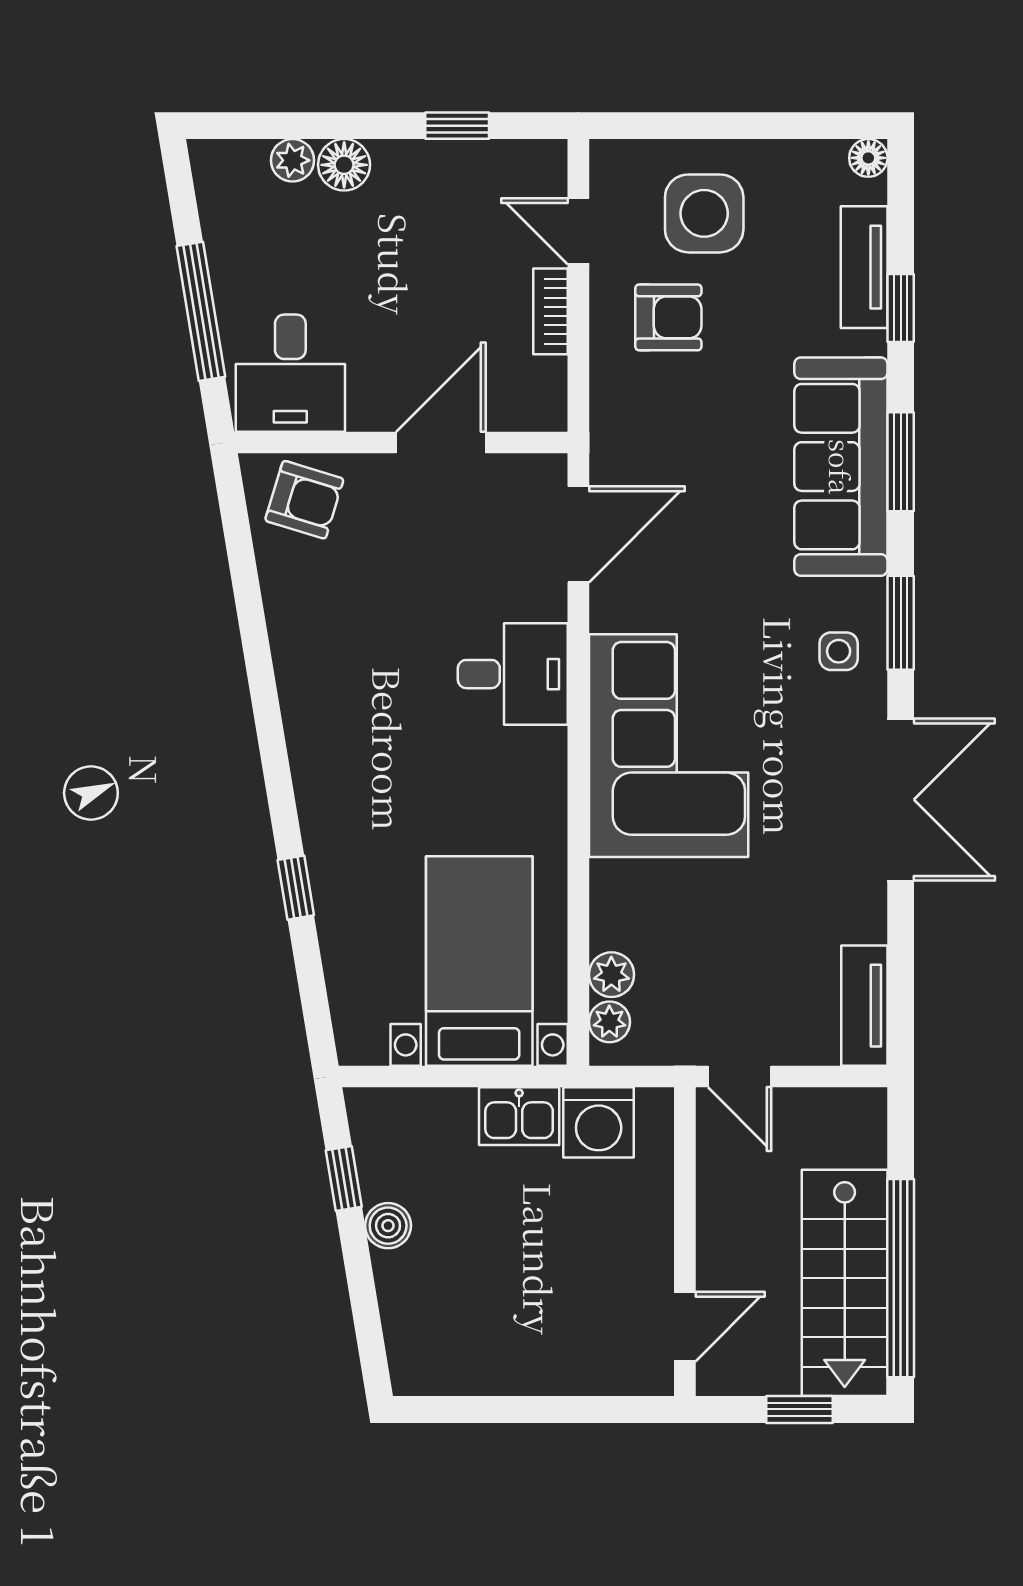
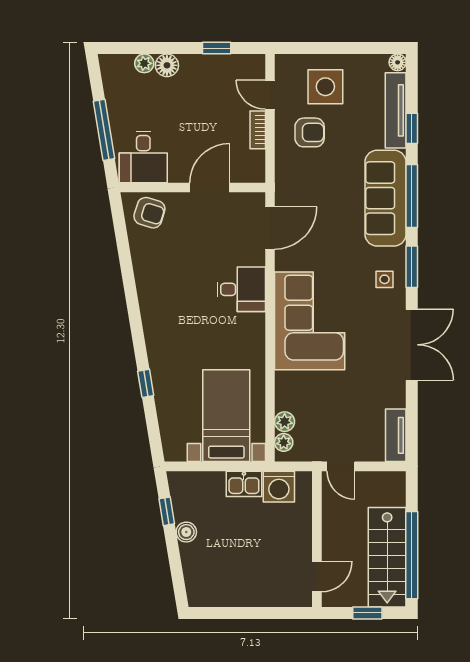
tv unit: (864, 267) -> (396, 110), width x1.41
window: (901, 462) -> (412, 196), width x1.44

